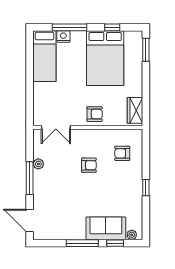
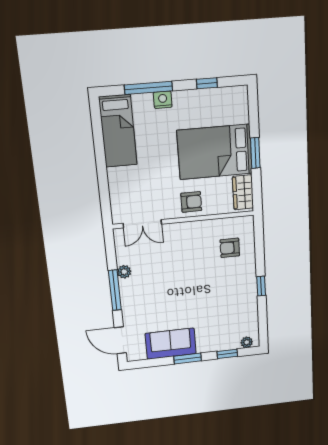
nightstand: (63, 37) -> (163, 100), moved
window: (146, 50) -> (255, 153), moved
bed: (105, 58) -> (215, 152), moved, turned 90
armchair: (89, 165) -> (189, 267), removed
sofa: (106, 228) -> (171, 344), moved
window: (82, 243) -> (188, 358), width x0.69

